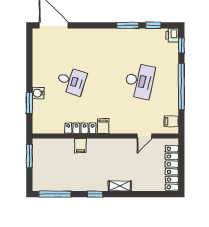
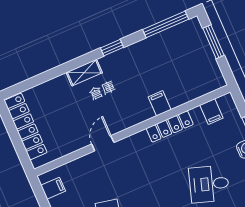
filing cabinet: (103, 126) -> (211, 112), moved
door: (144, 136) -> (103, 143), moved
window: (29, 156) -> (214, 42), moved

